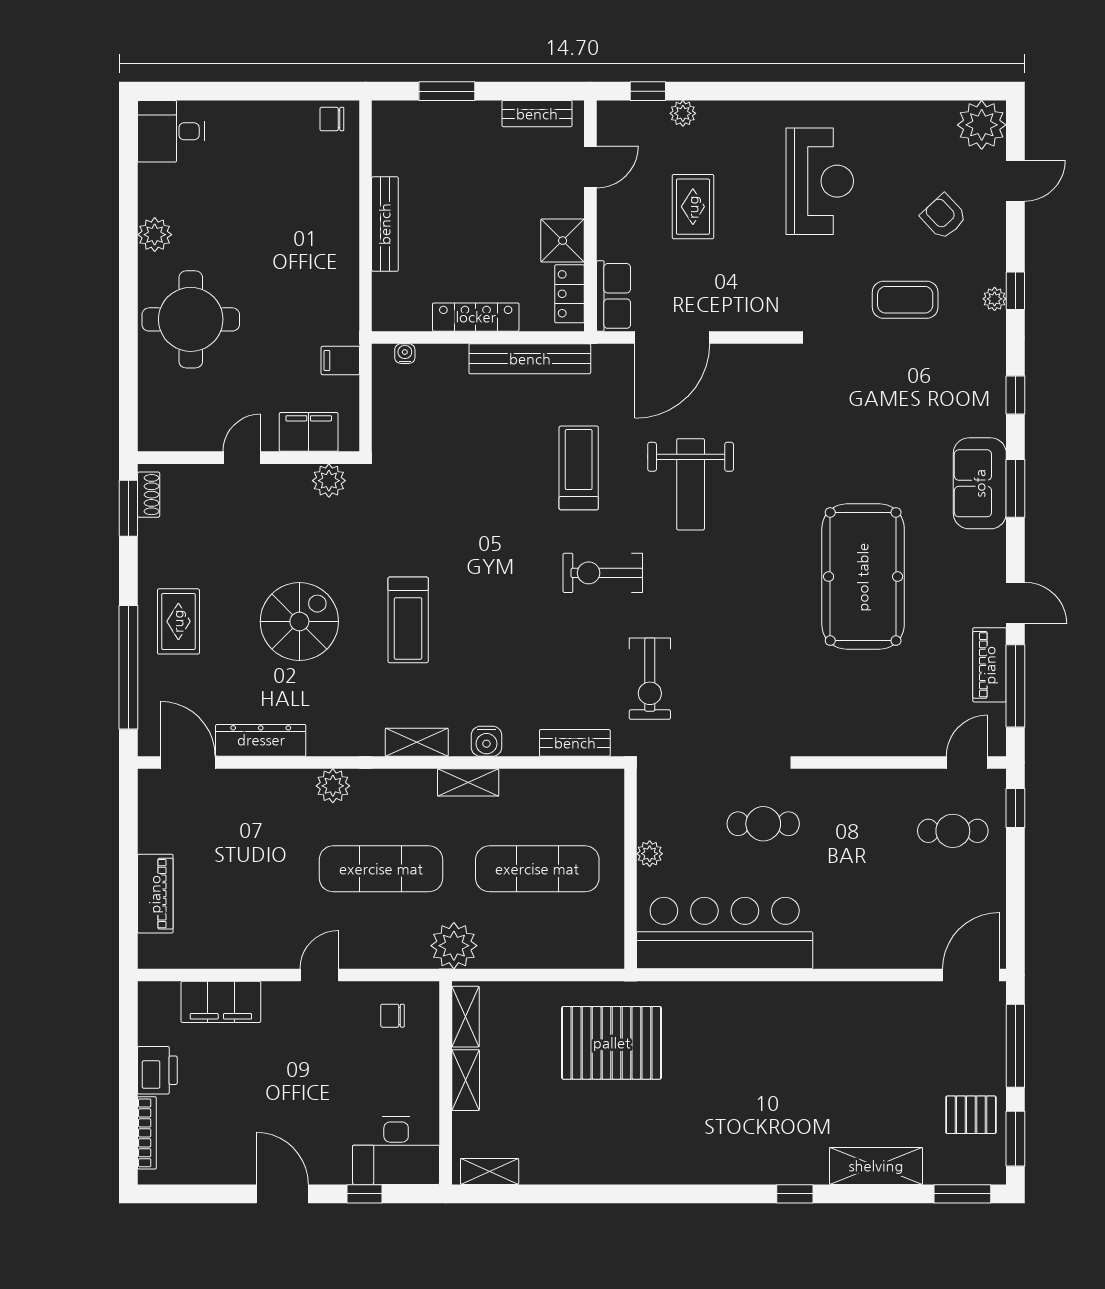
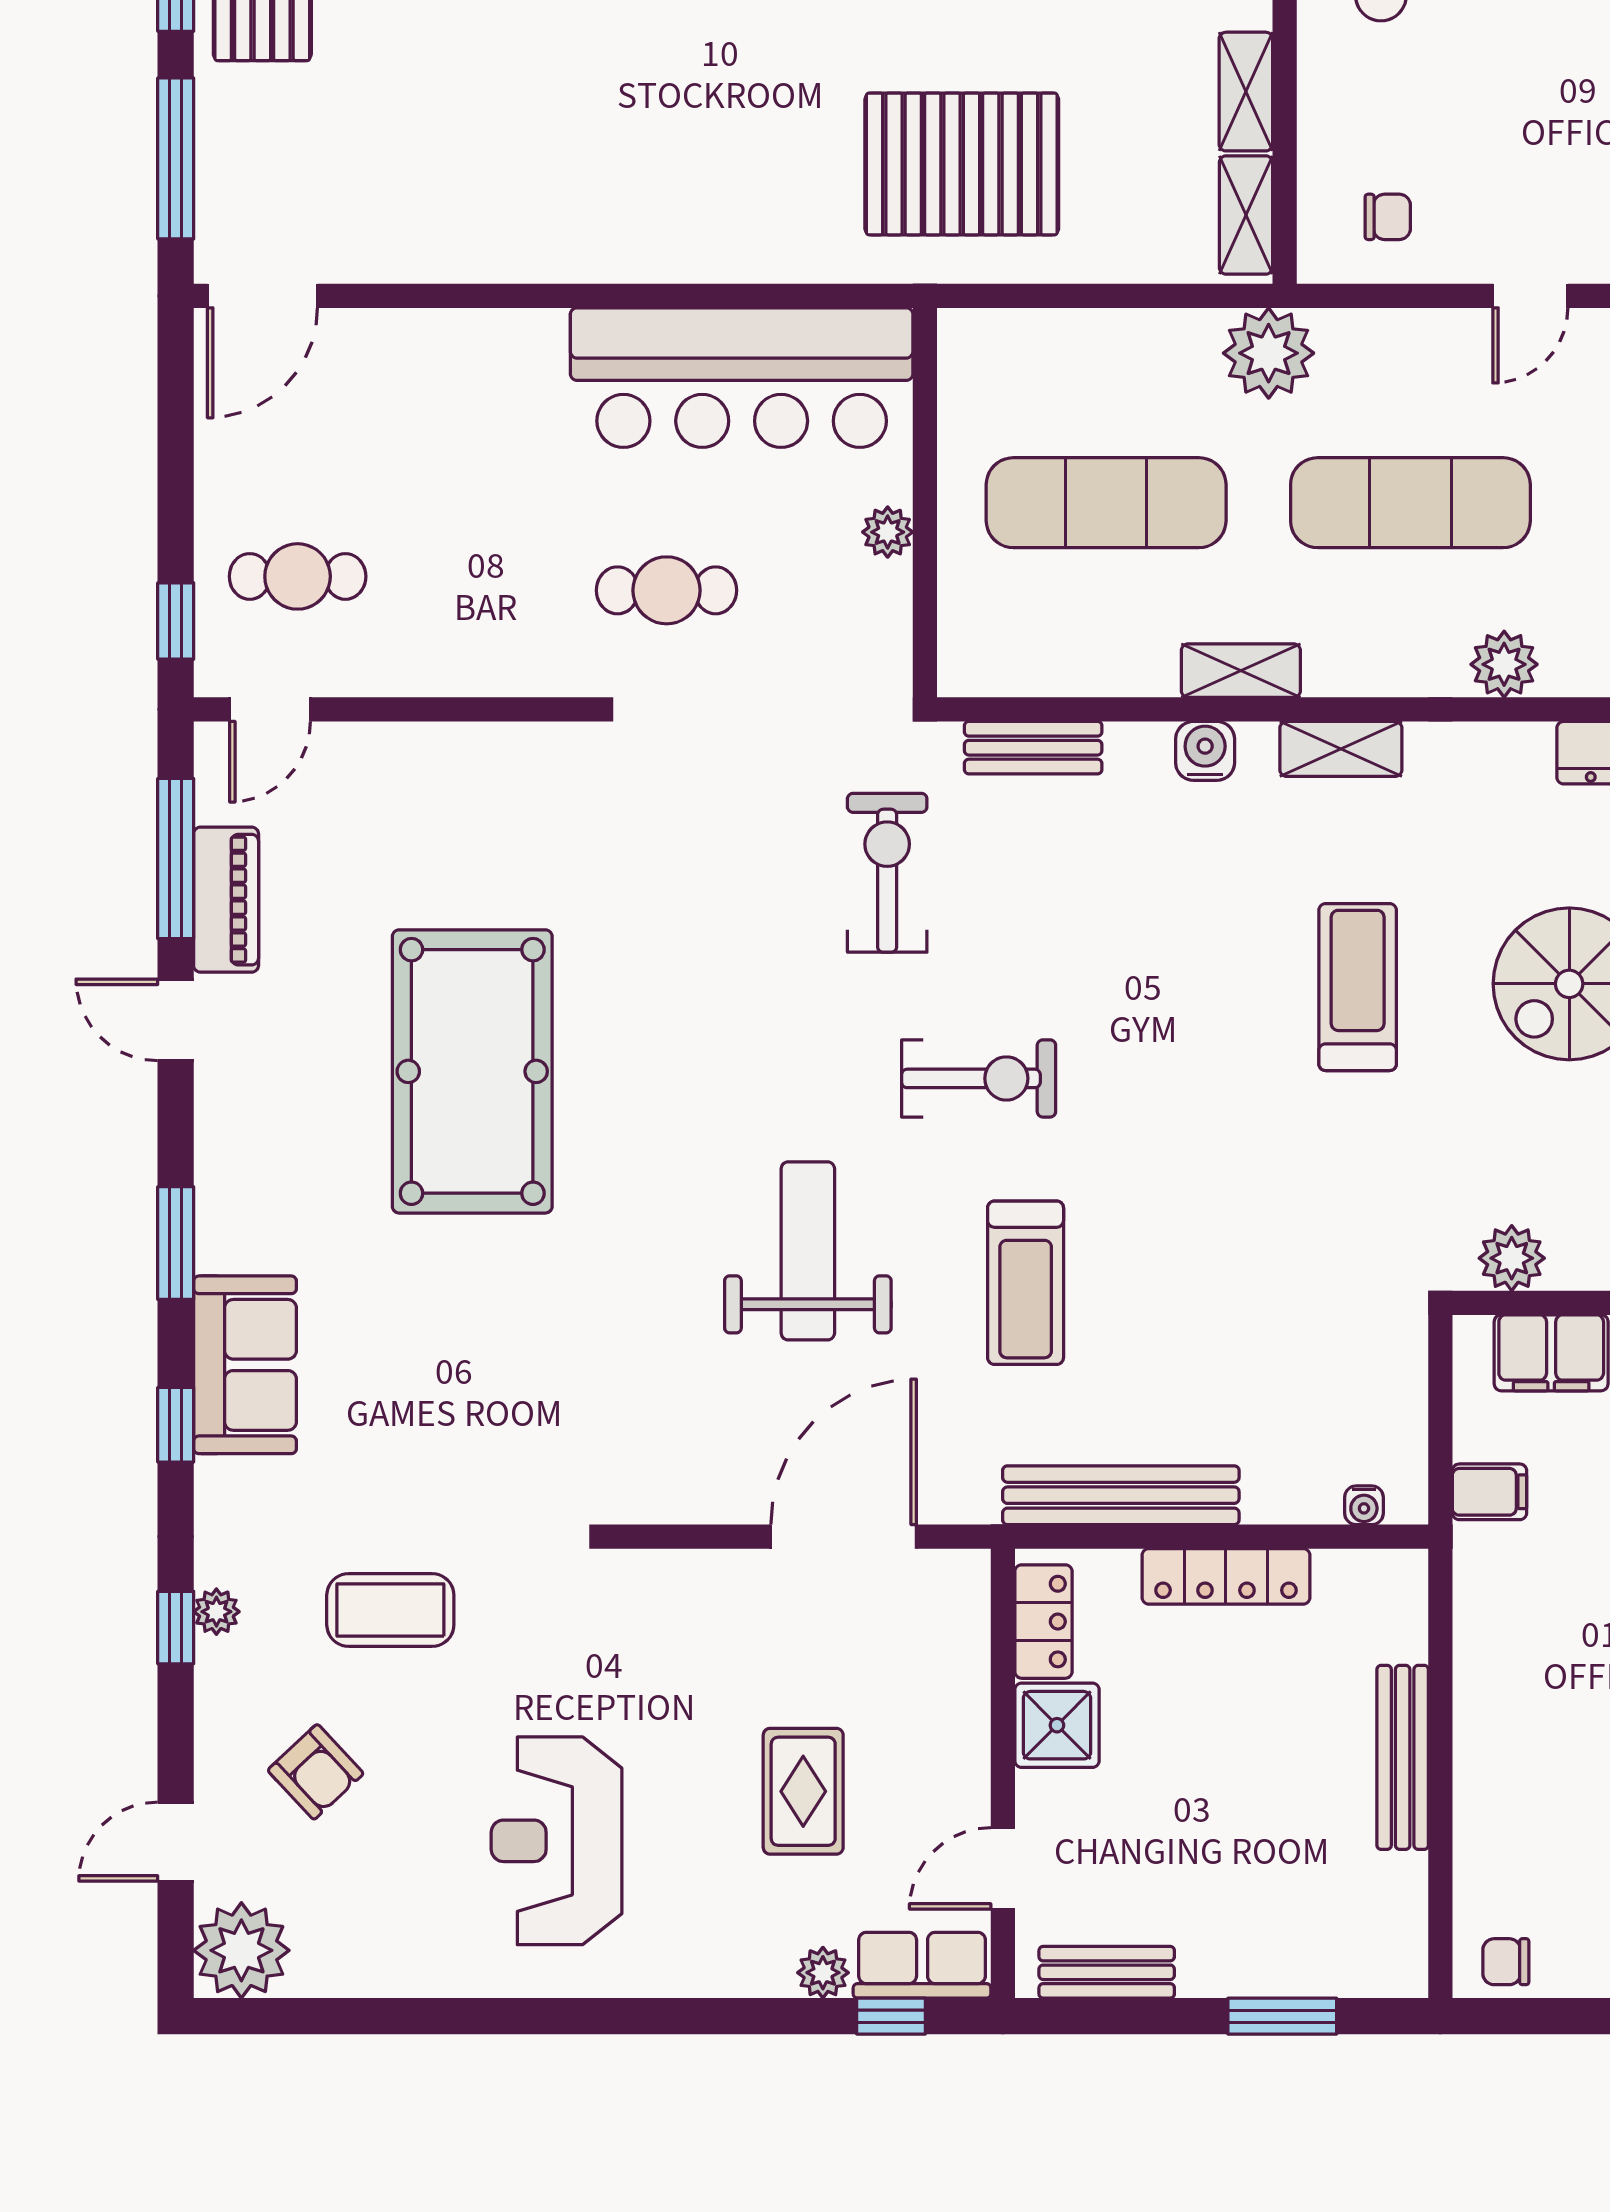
chair: (332, 119) -> (1506, 1962), turned 180
row of seats: (613, 296) -> (922, 1965), moved, turned 90
sofa: (980, 483) -> (245, 1365), moved

